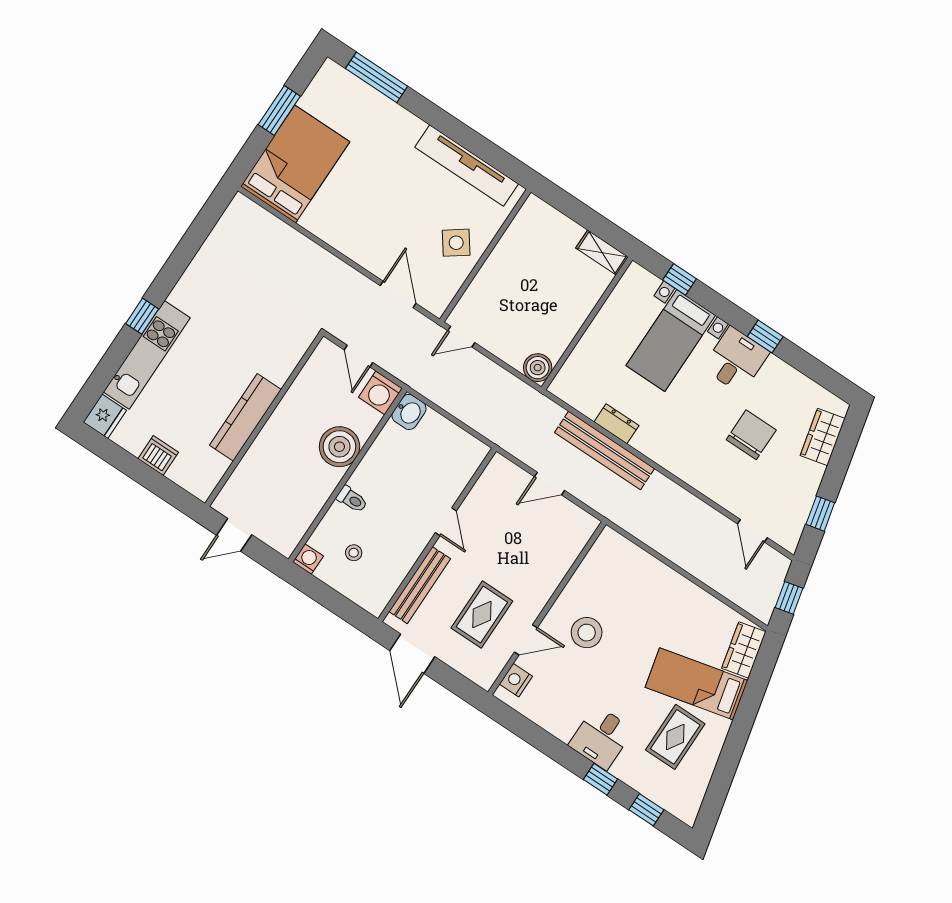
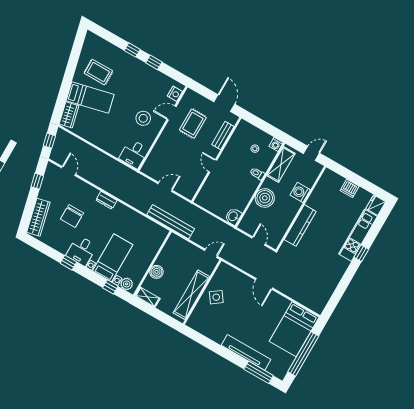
window: (279, 110) -> (303, 354), width x2.11
tv unit: (467, 166) -> (246, 352), moved
shelving: (508, 251) -> (191, 295), added
plant: (645, 283) -> (127, 284), added
door: (398, 294) -> (264, 284), moved
boiler: (538, 368) -> (156, 272), moved
washing machine: (380, 393) -> (300, 192), moved, turned -90
kitchen counter: (245, 417) -> (300, 225), moved
dresser: (616, 424) -> (106, 200), moved
wardrobe: (823, 437) -> (38, 217), width x1.50
bench: (605, 450) -> (171, 222), moved
shelving: (300, 516) -> (281, 164), added
bench: (420, 585) -> (223, 135), width x0.73
desk: (601, 737) -> (134, 154), moved, turned 180
rug: (675, 737) -> (98, 72), turned 90
window: (646, 810) -> (154, 62), moved

